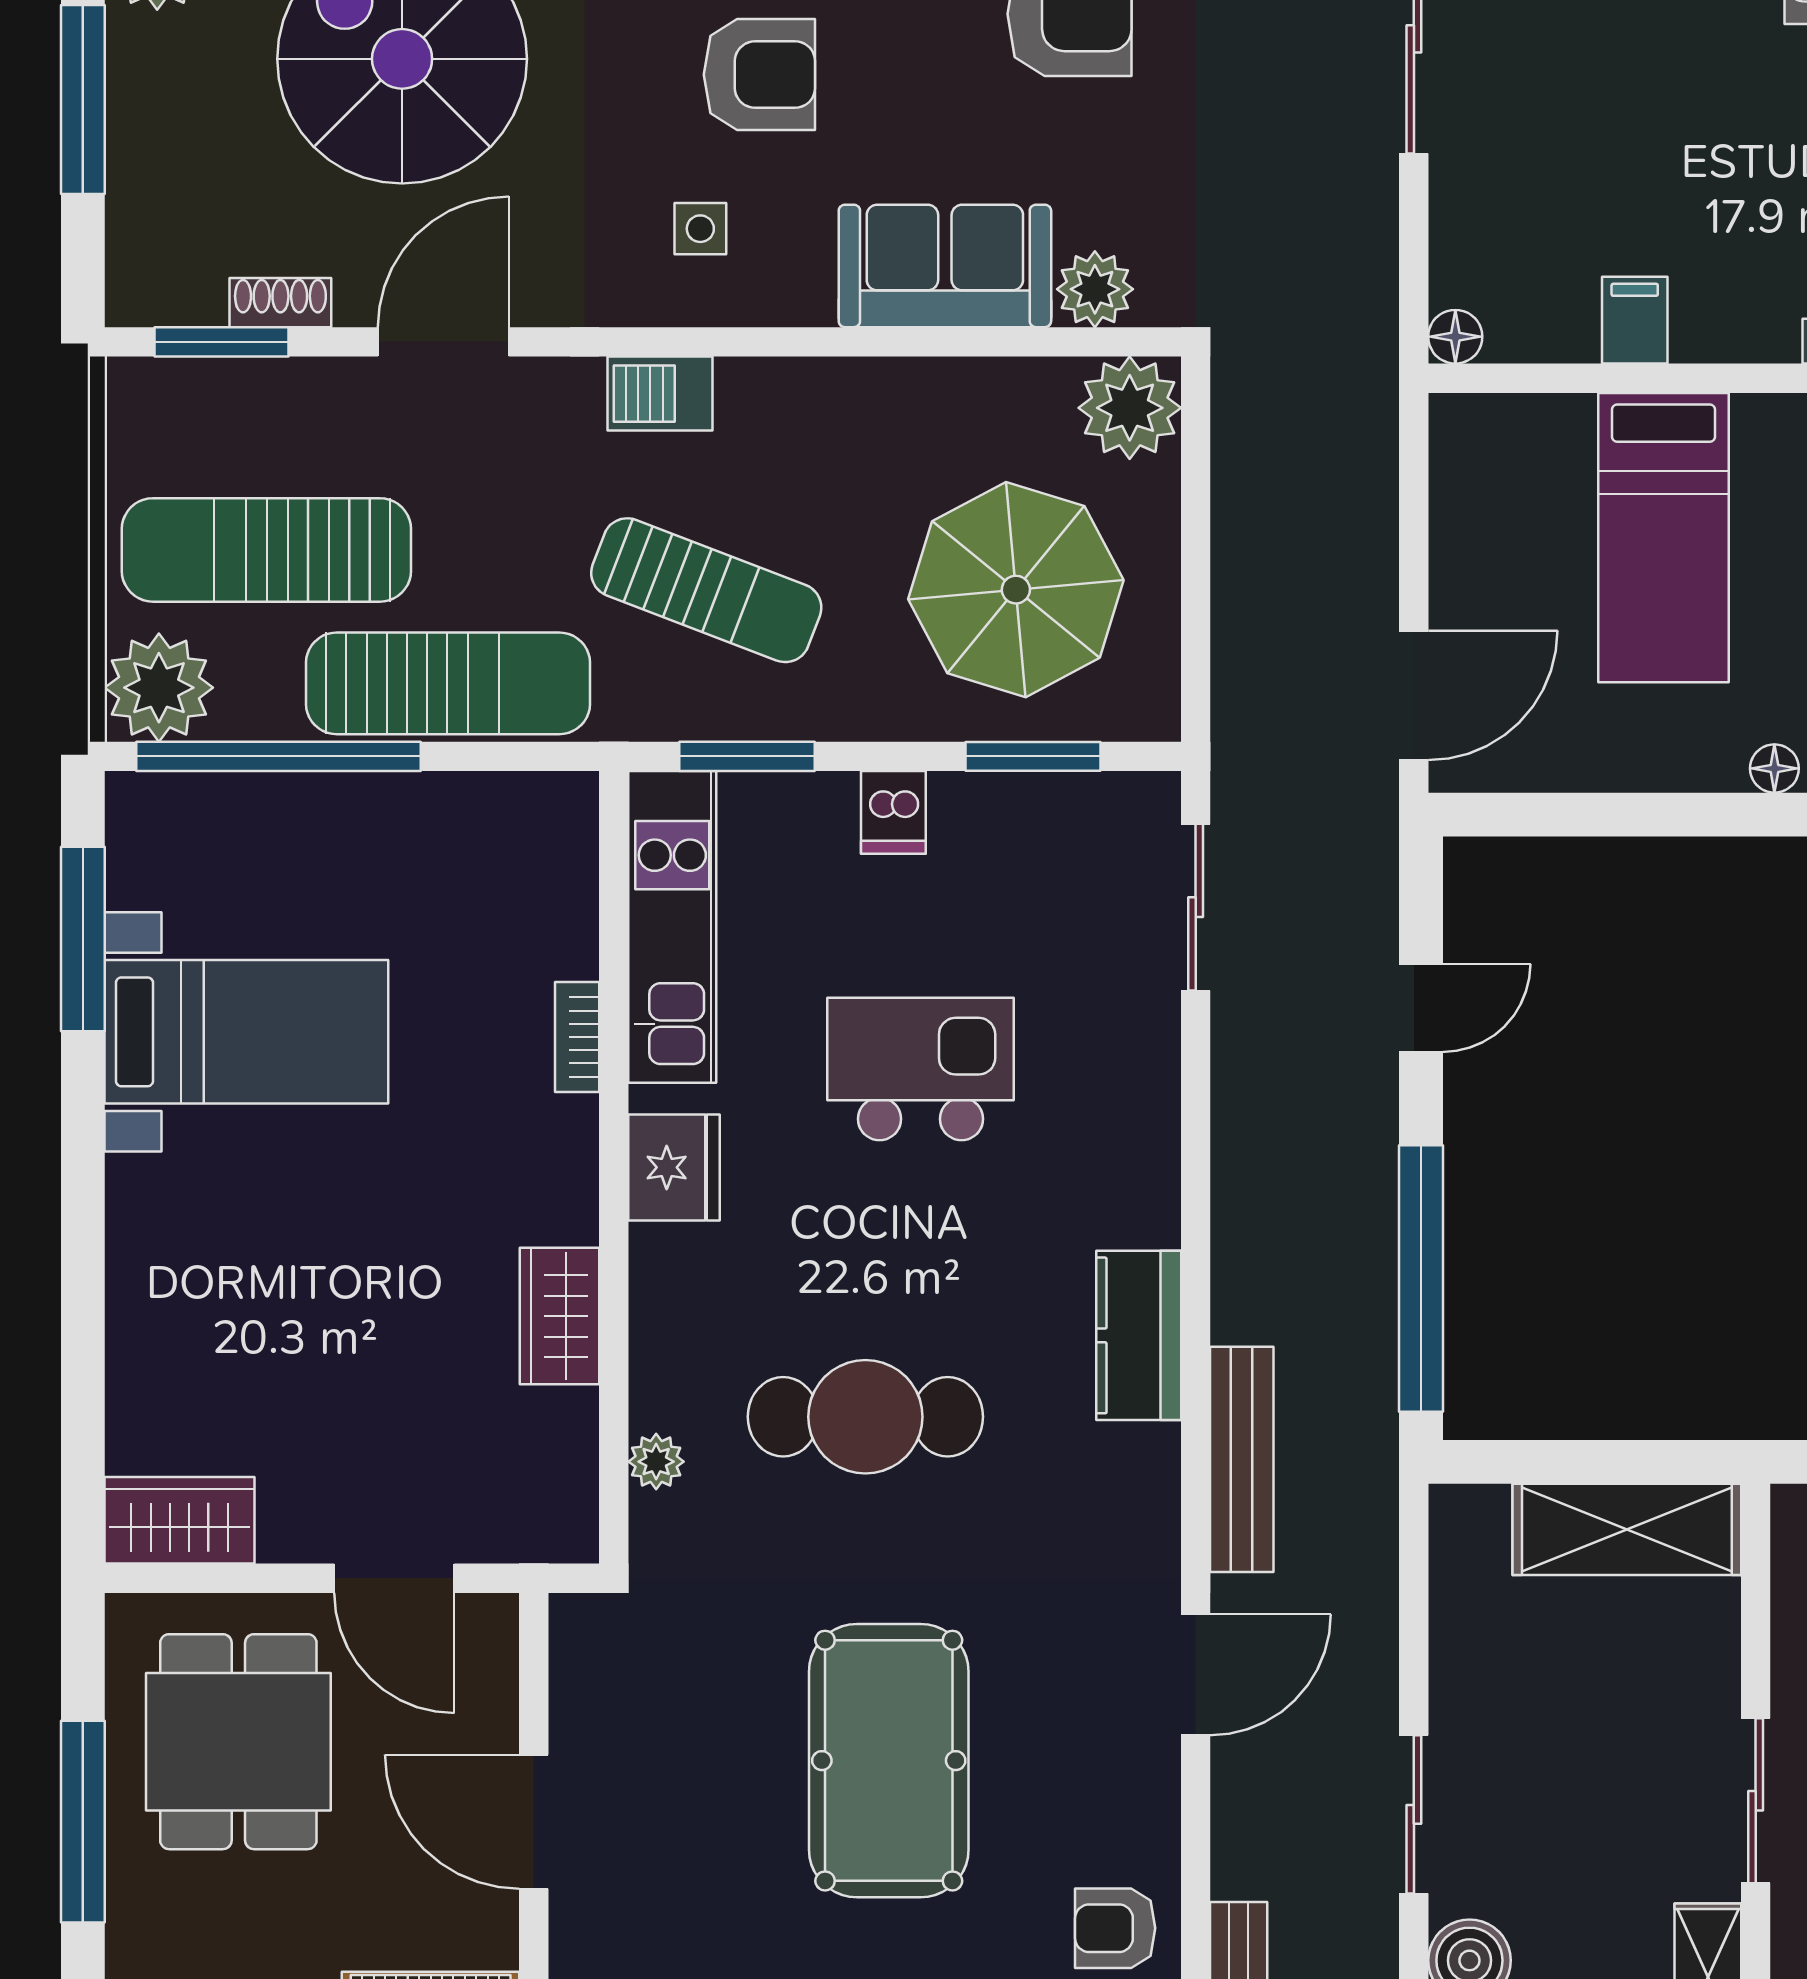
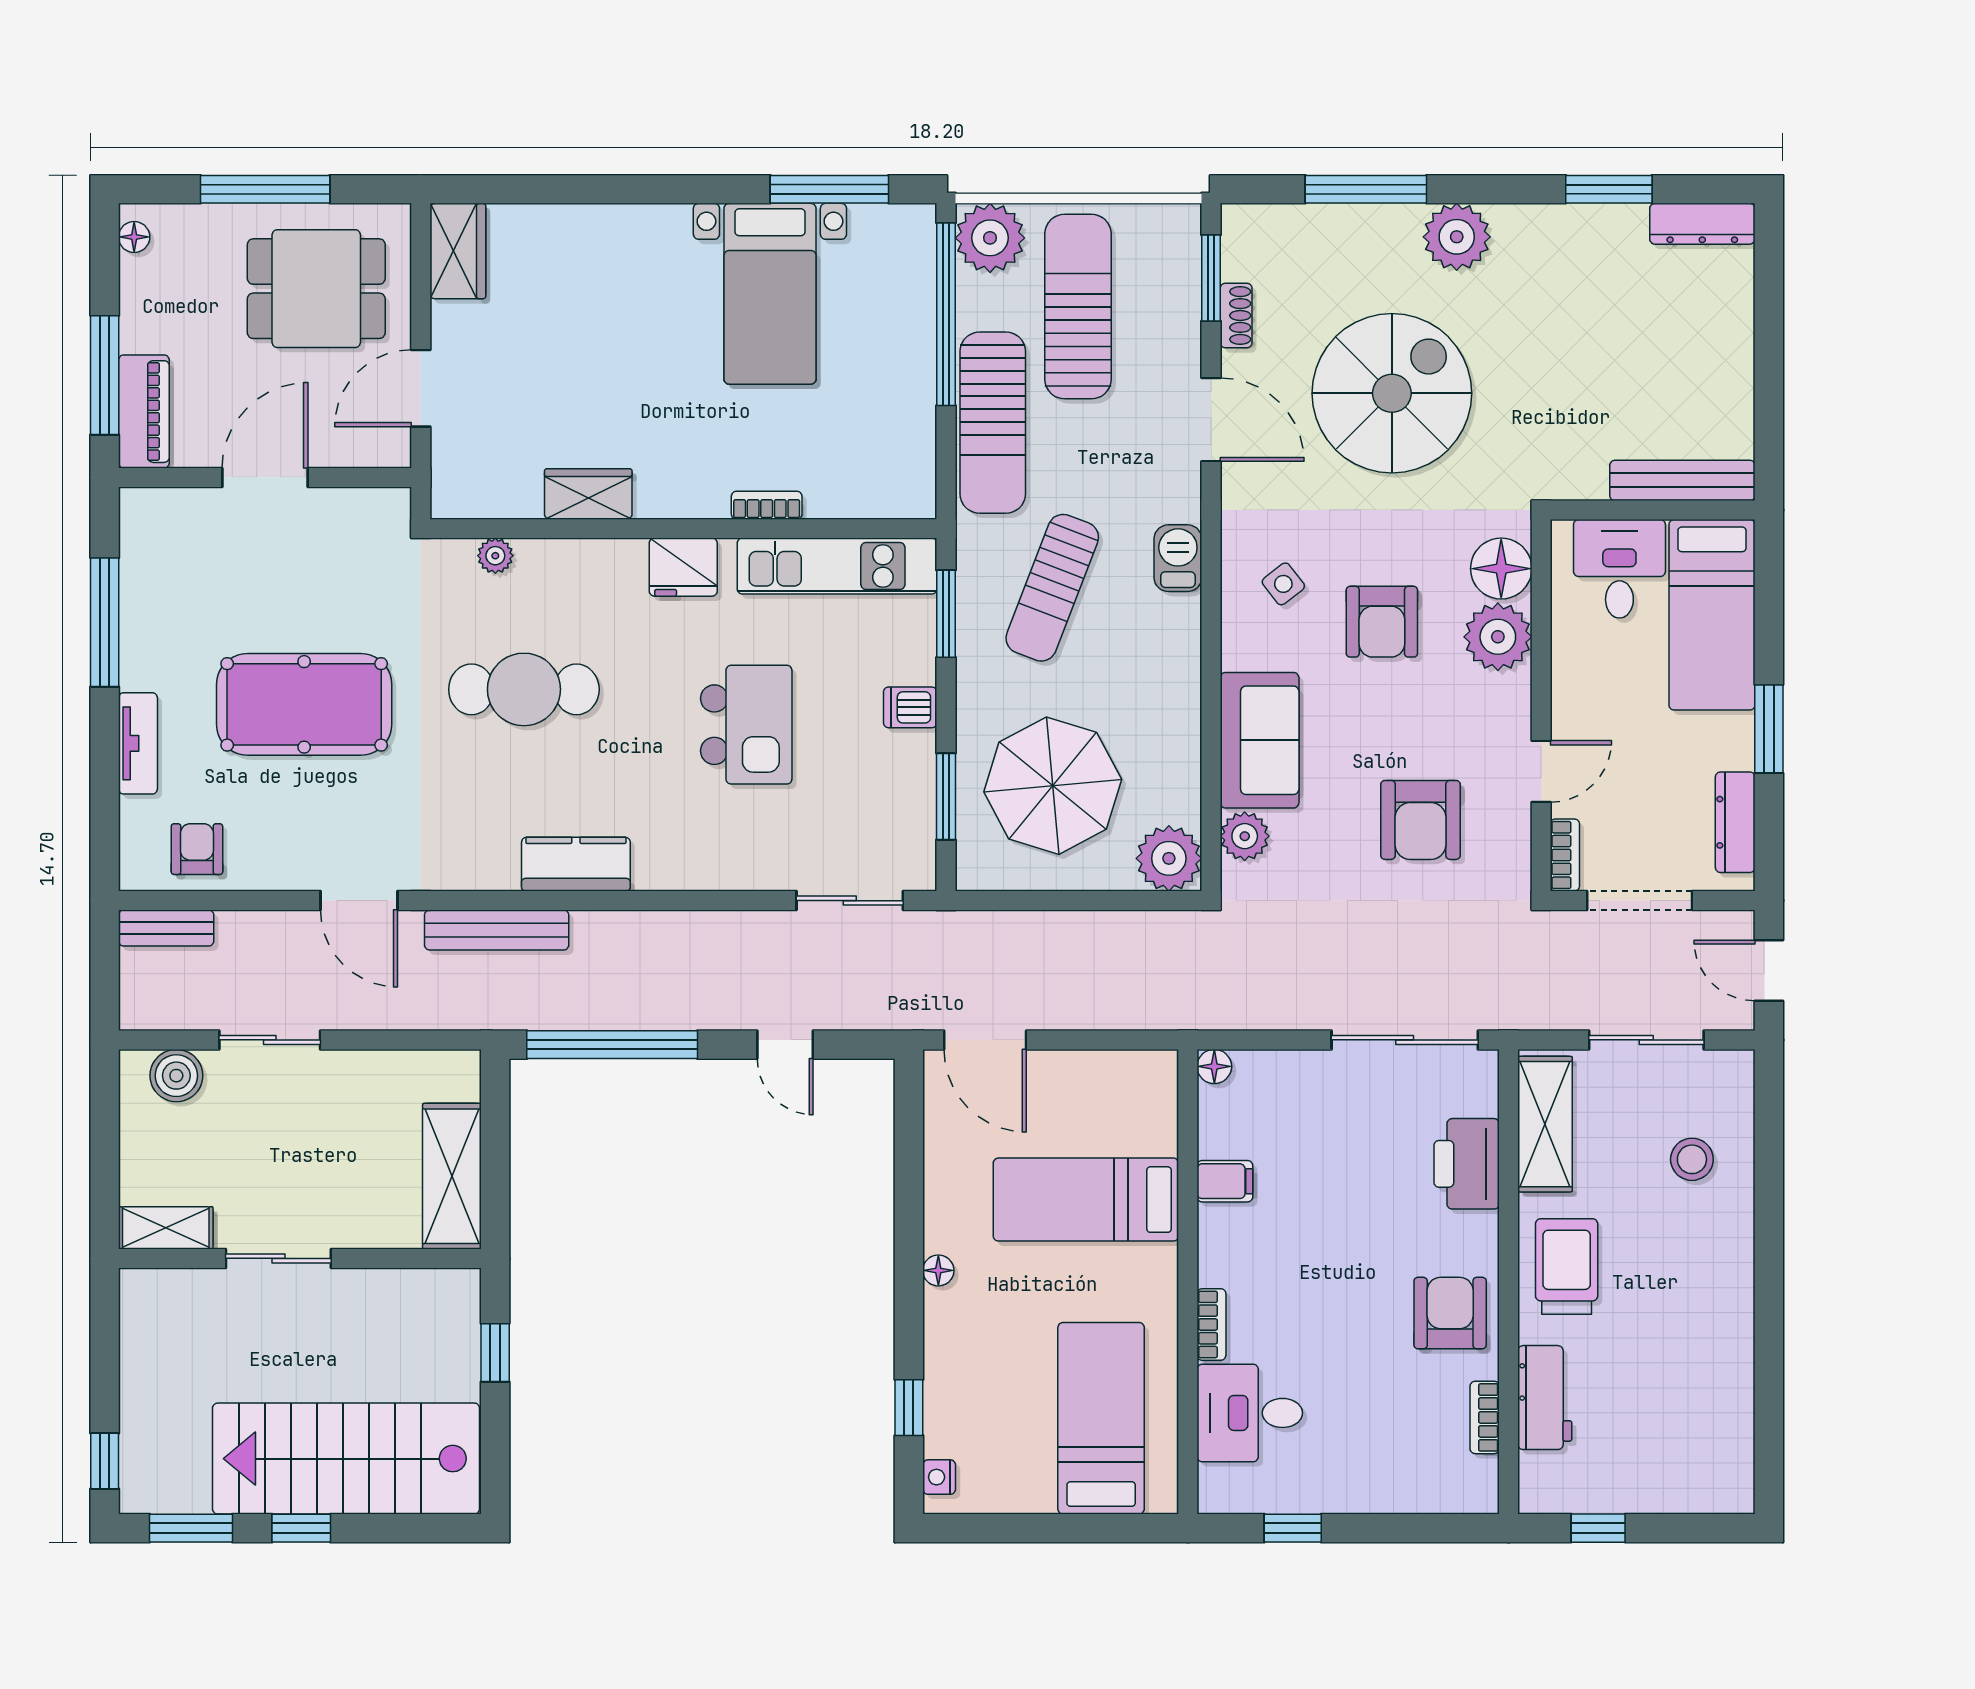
side table: (700, 229) -> (1283, 584), turned -38
cafe table: (865, 1417) -> (524, 689), turned 90

